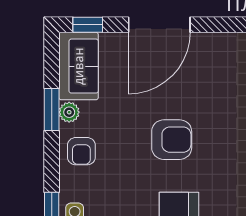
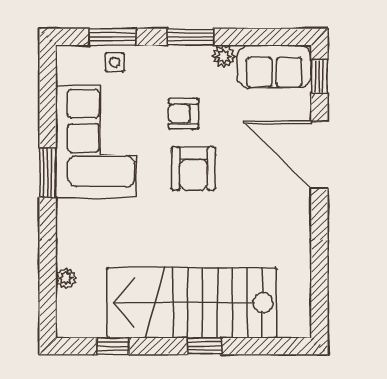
window: (52, 110) -> (190, 37), moved
armchair: (81, 151) -> (184, 114), moved

